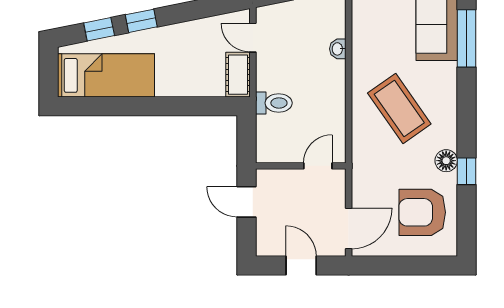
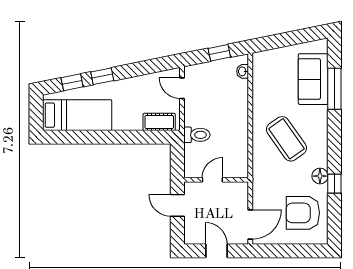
washbasin: (338, 49) -> (243, 71), moved
cot: (238, 75) -> (159, 122), moved, turned 90
door: (318, 166) -> (212, 180), moved

